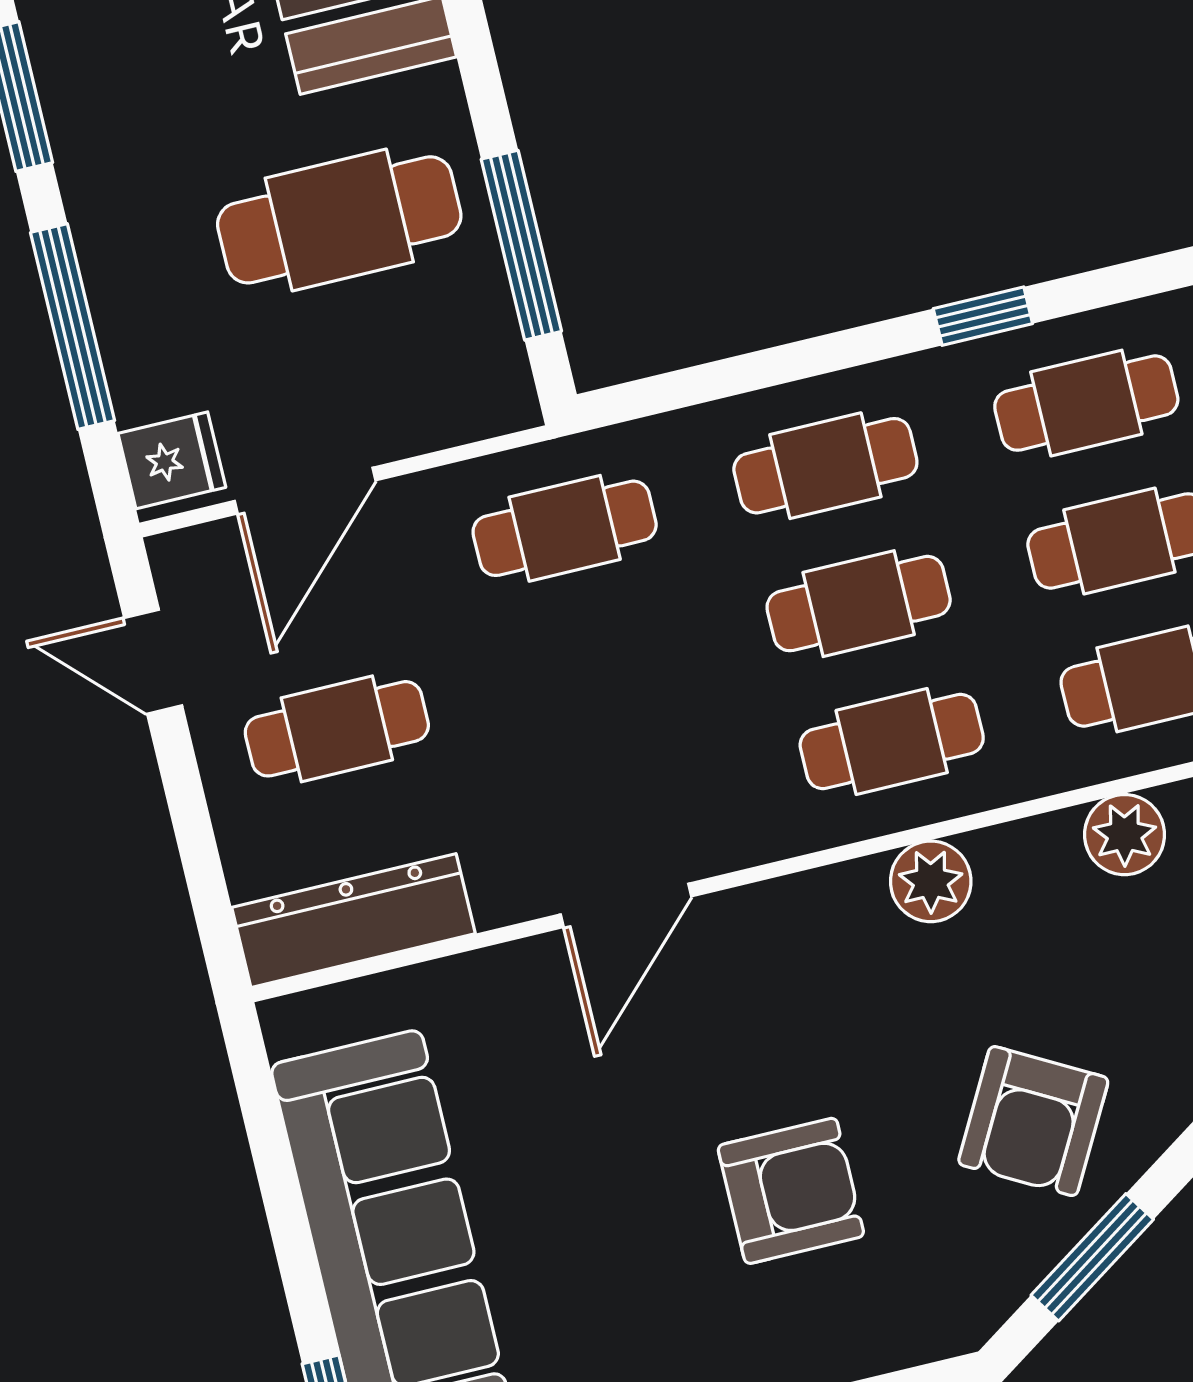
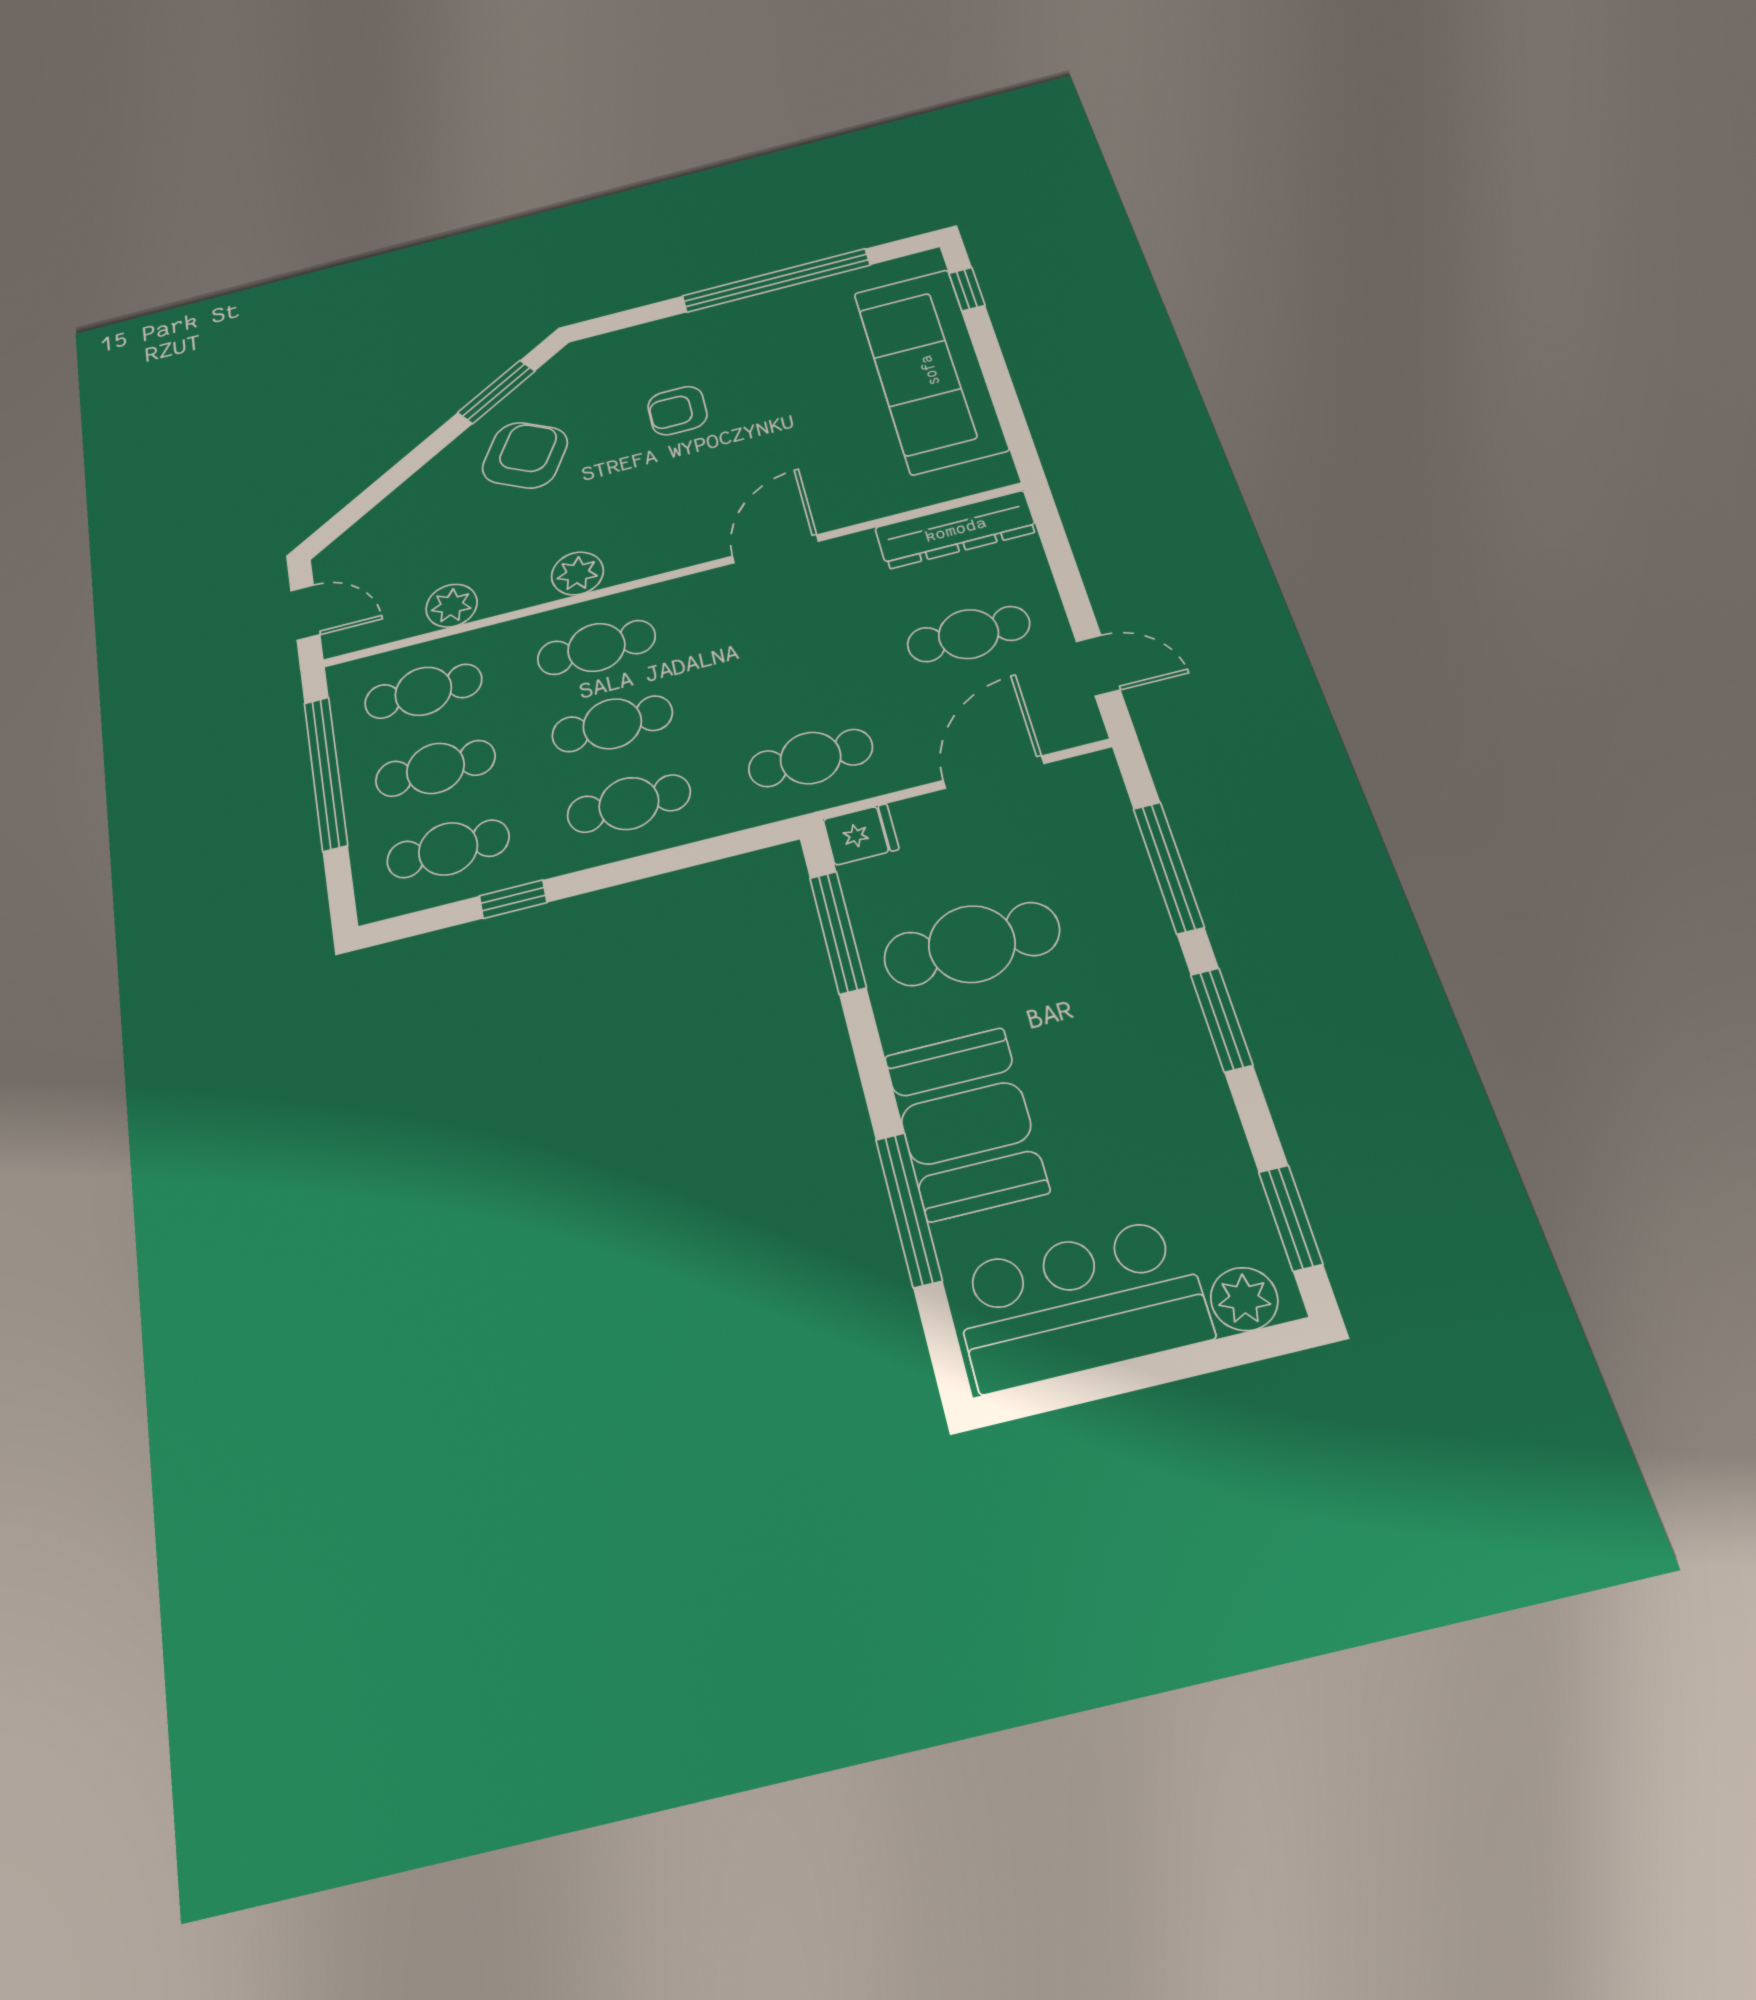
fridge: (172, 460) -> (861, 834), moved, turned 180
armchair: (791, 1191) -> (677, 411), width x0.72, depth x0.72

